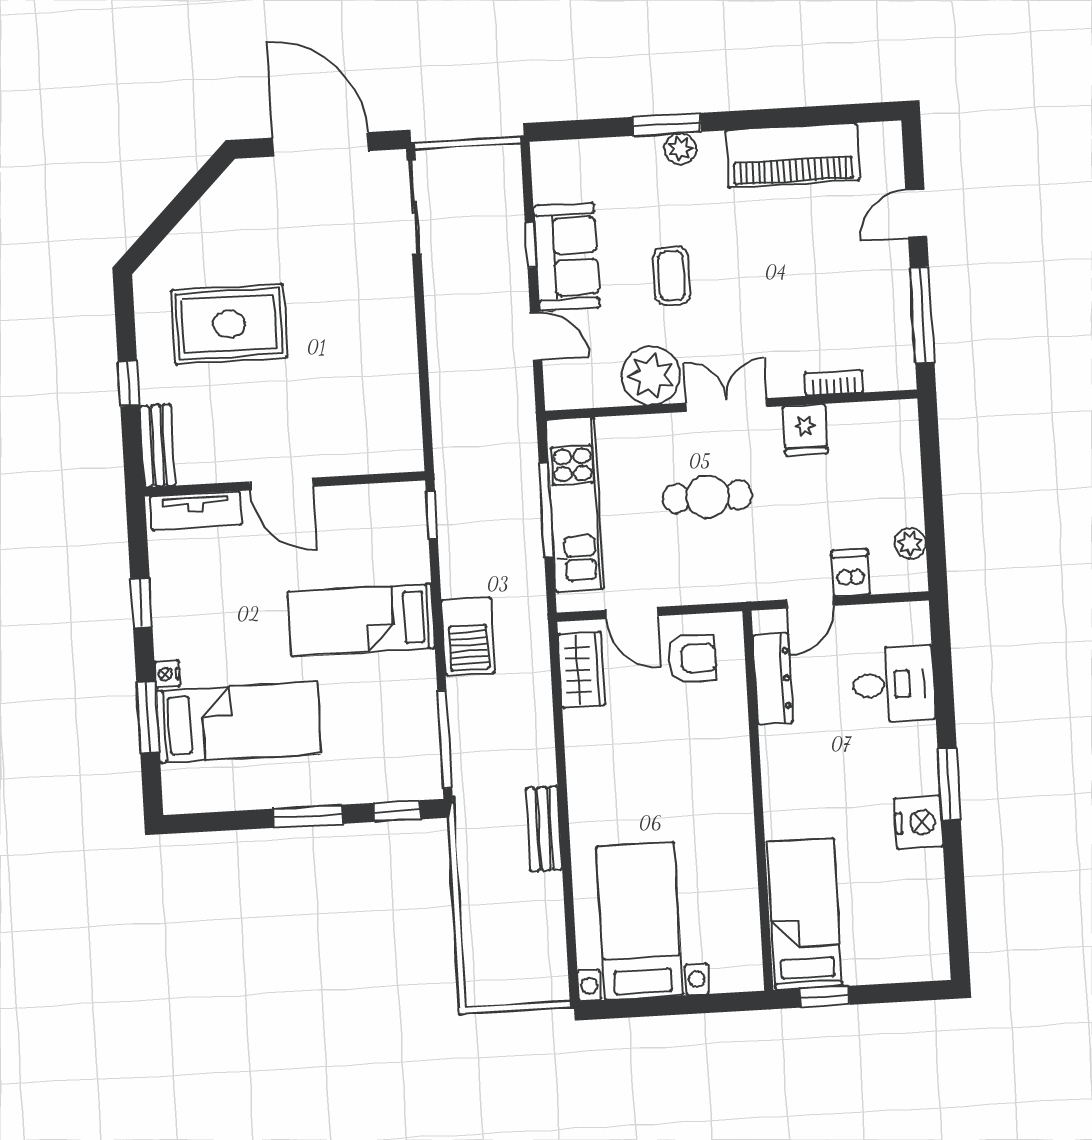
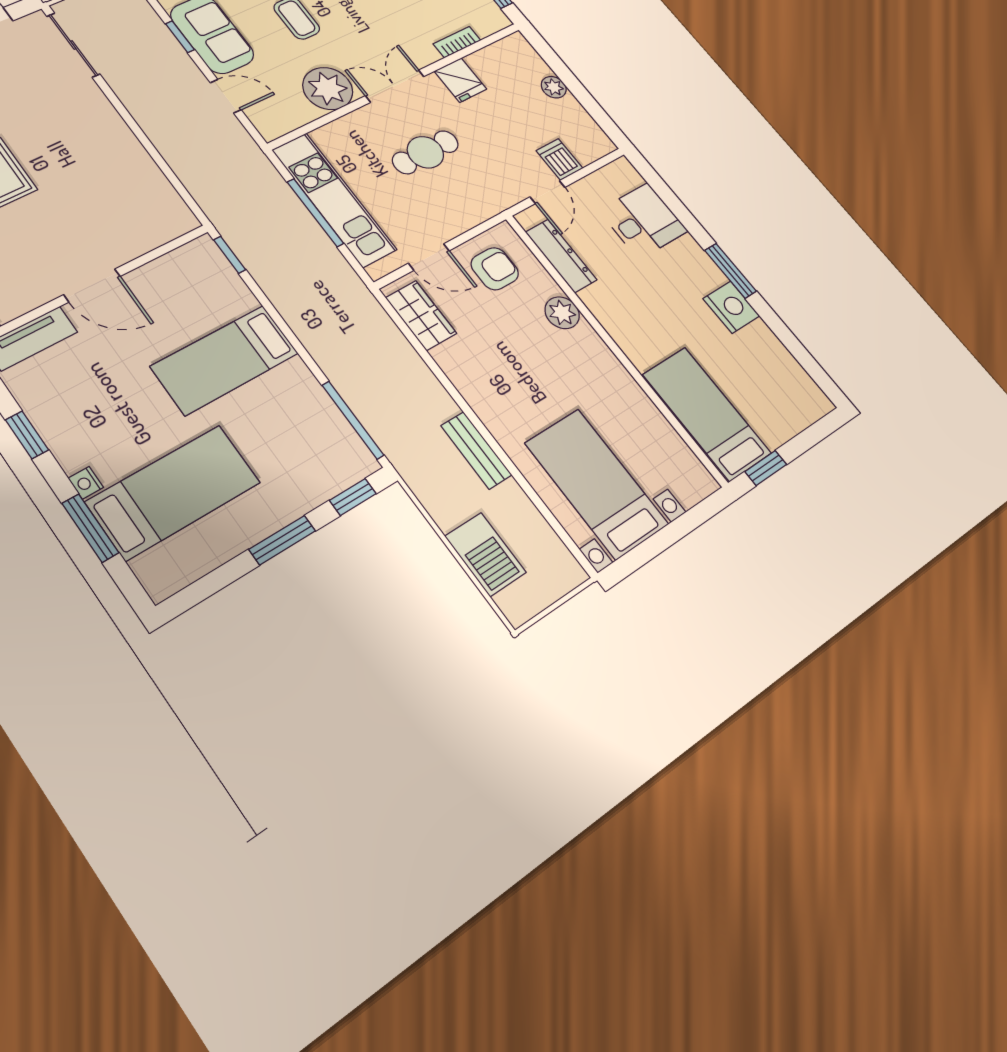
plant: (910, 543) -> (554, 87), moved
barbecue: (468, 636) -> (485, 554), moved
plant: (730, 738) -> (562, 313), added

